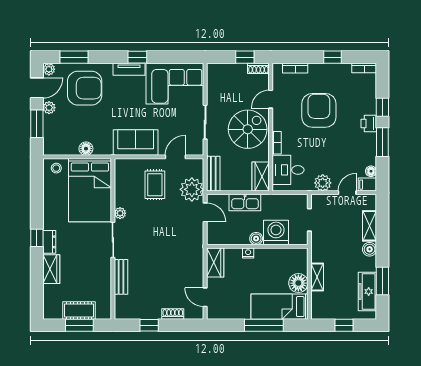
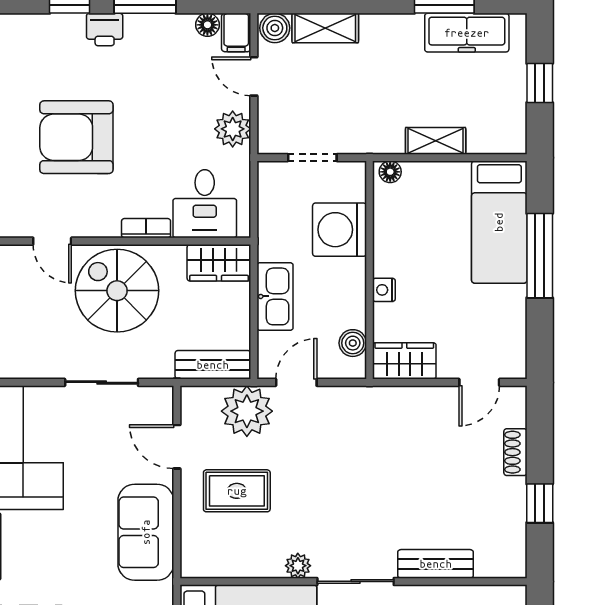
boiler: (256, 239) -> (353, 343), moved
boiler: (370, 249) -> (275, 28), moved
floor lamp: (298, 283) -> (390, 172), moved, width x0.53, depth x0.53

